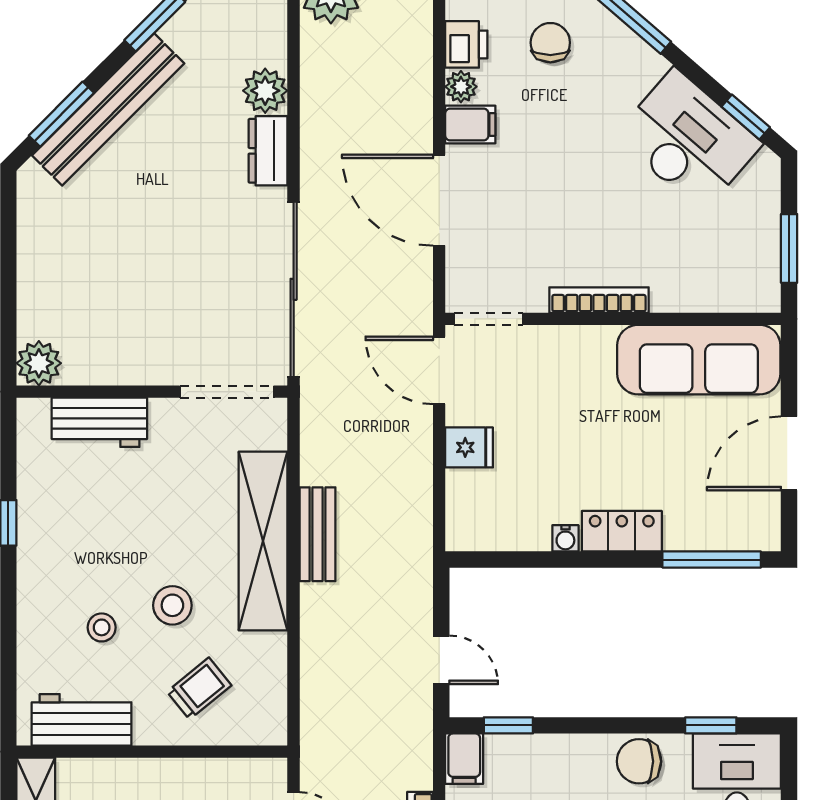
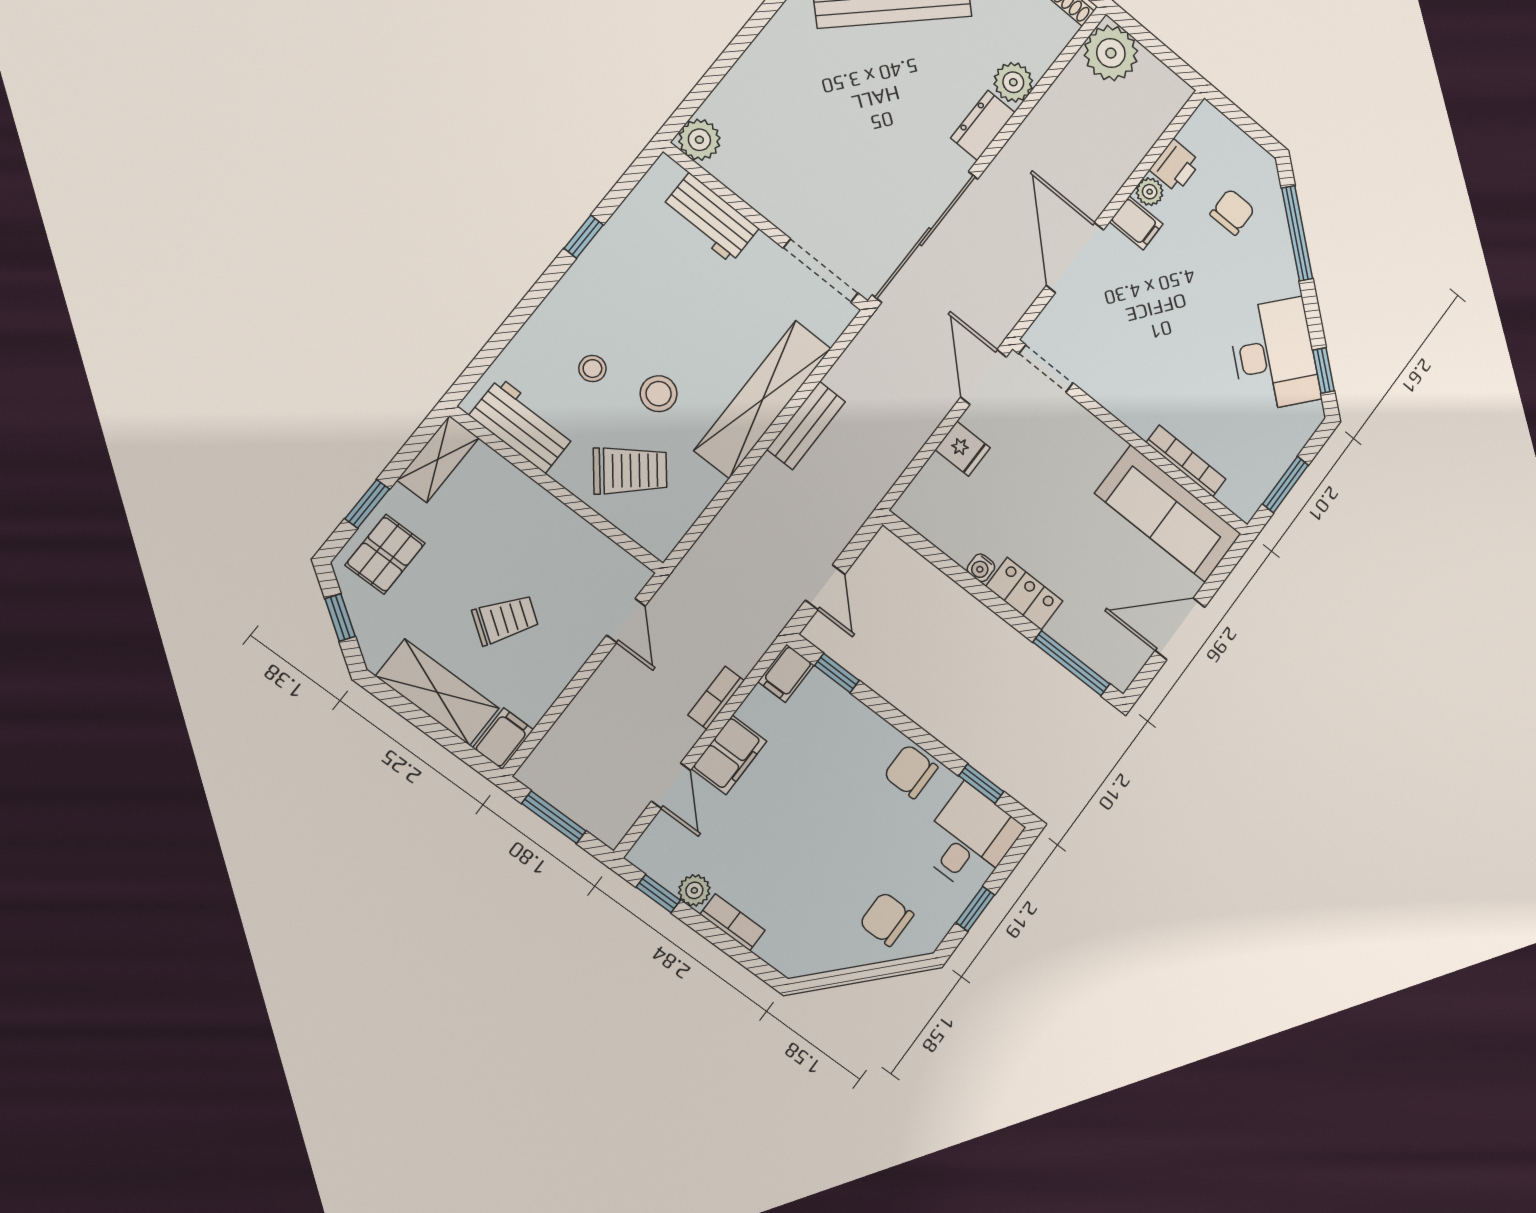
bookcase: (599, 300) -> (1186, 461), moved
trolley: (199, 688) -> (630, 471), width x1.36, depth x1.39

